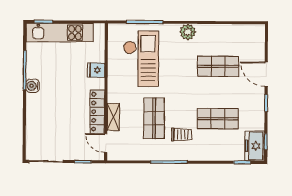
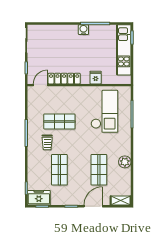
plant: (188, 32) -> (125, 162), moved
checkout: (141, 59) -> (104, 111), turned -90
shelving: (113, 117) -> (121, 200), moved

